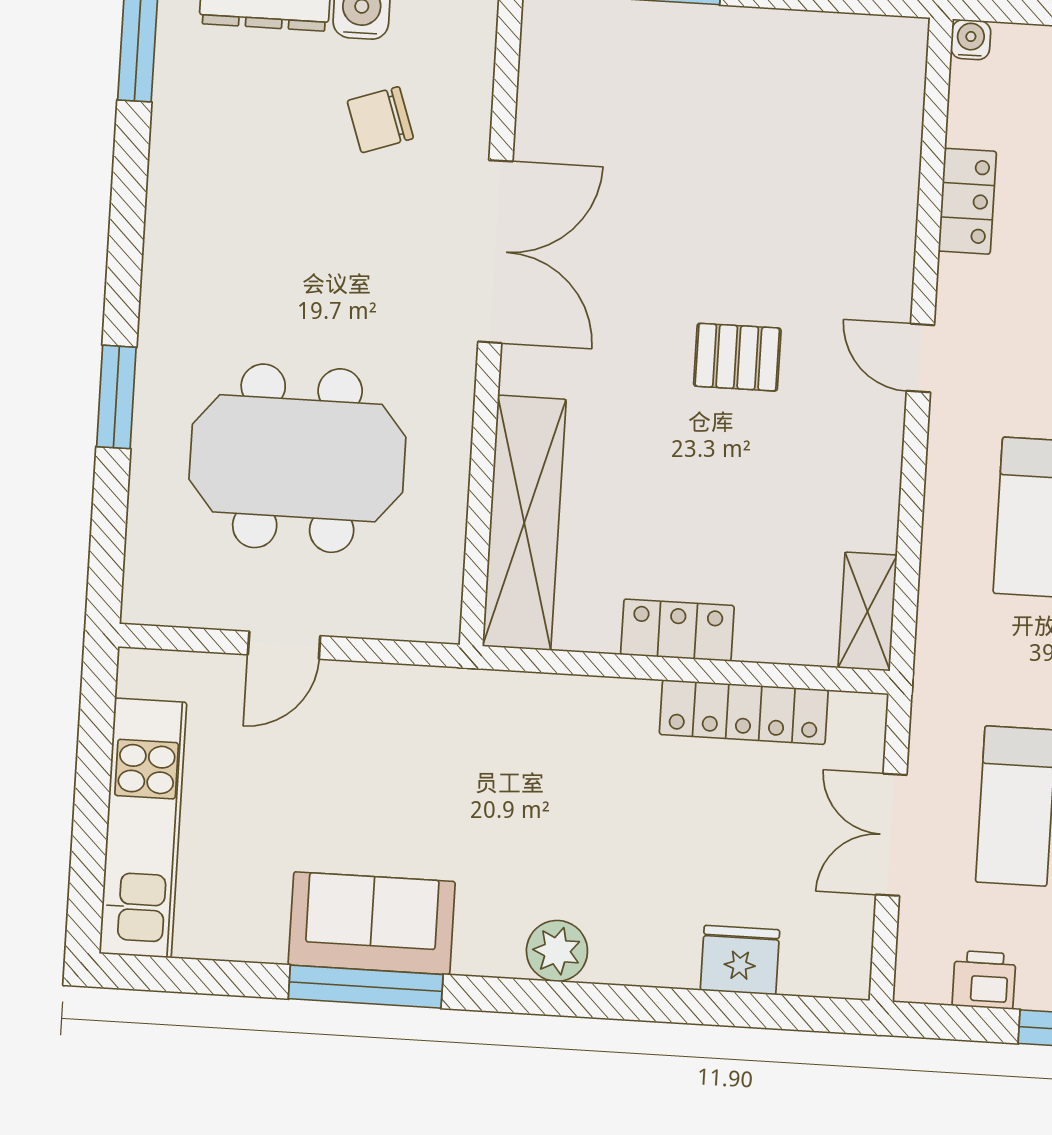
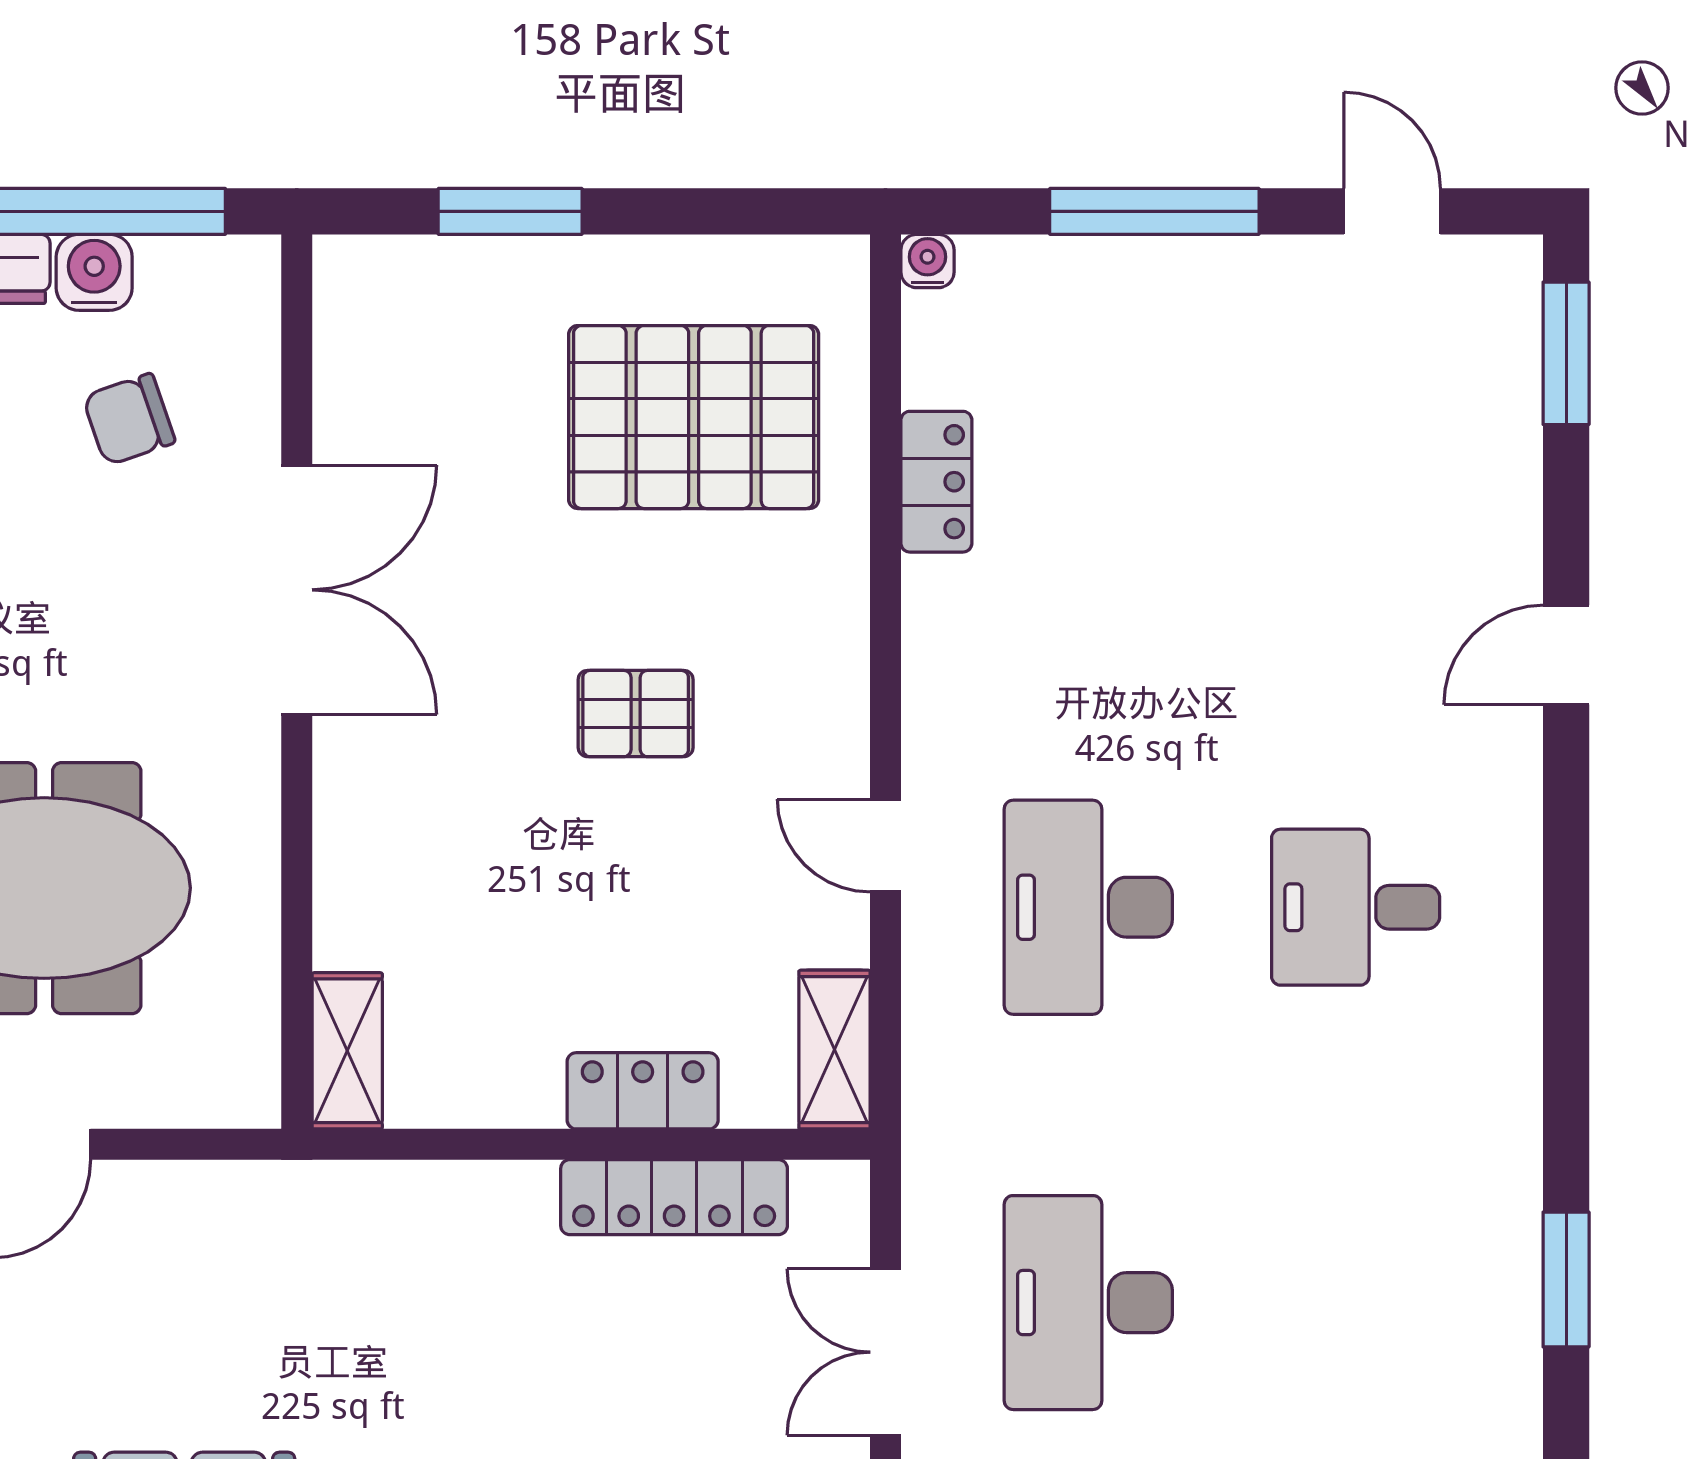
pallet: (793, 143) -> (694, 417), added
door: (920, 358) -> (886, 846), moved
shelving: (524, 523) -> (347, 1051), width x0.45, depth x0.75
locker: (677, 630) -> (643, 1091), moved

